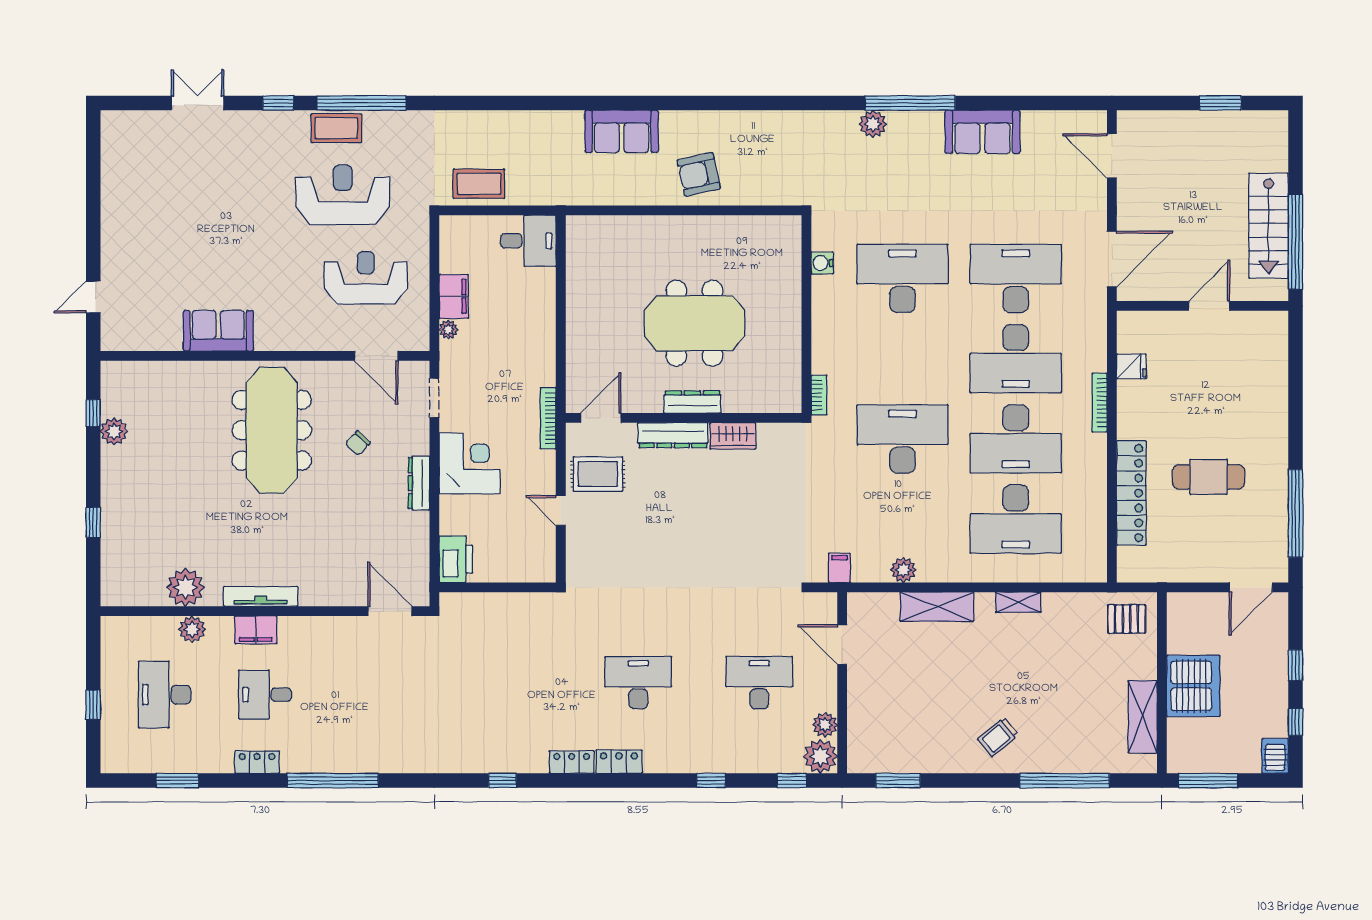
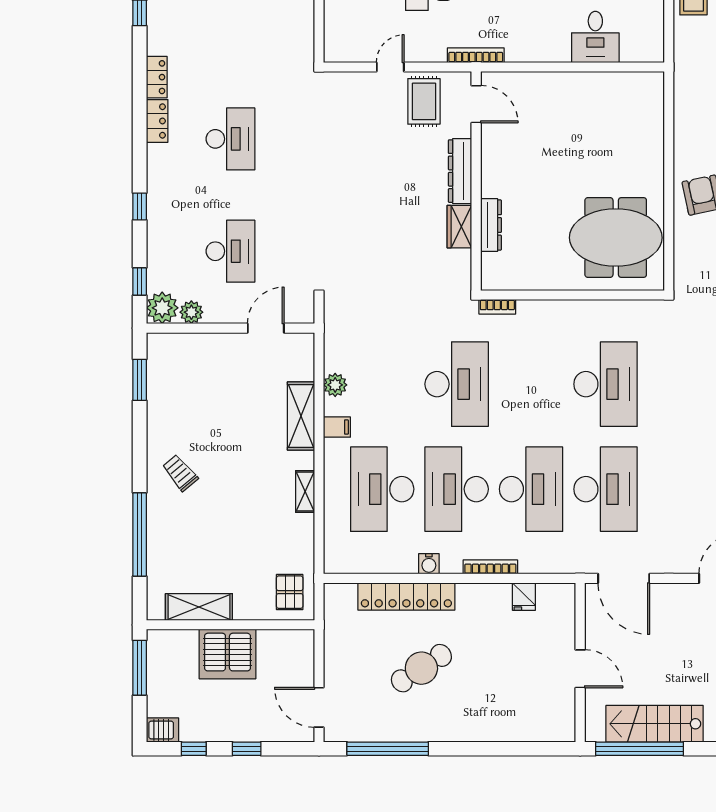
desk: (528, 241) -> (595, 37), moved
water cooler: (822, 263) -> (429, 564), moved, turned 180
meeting table: (694, 323) -> (616, 238), moved, turned 90
desk: (1016, 359) -> (531, 489), turned 180
dresser: (692, 402) -> (491, 225), moved
cafe table: (1209, 477) -> (421, 668), turned 57
filing cabinet: (839, 568) -> (337, 427), moved

